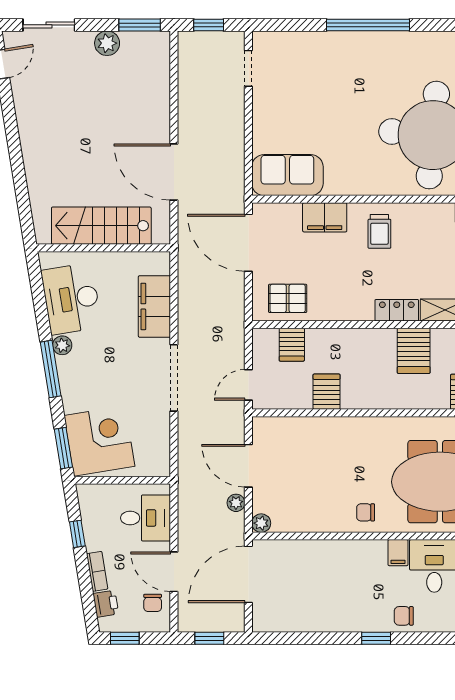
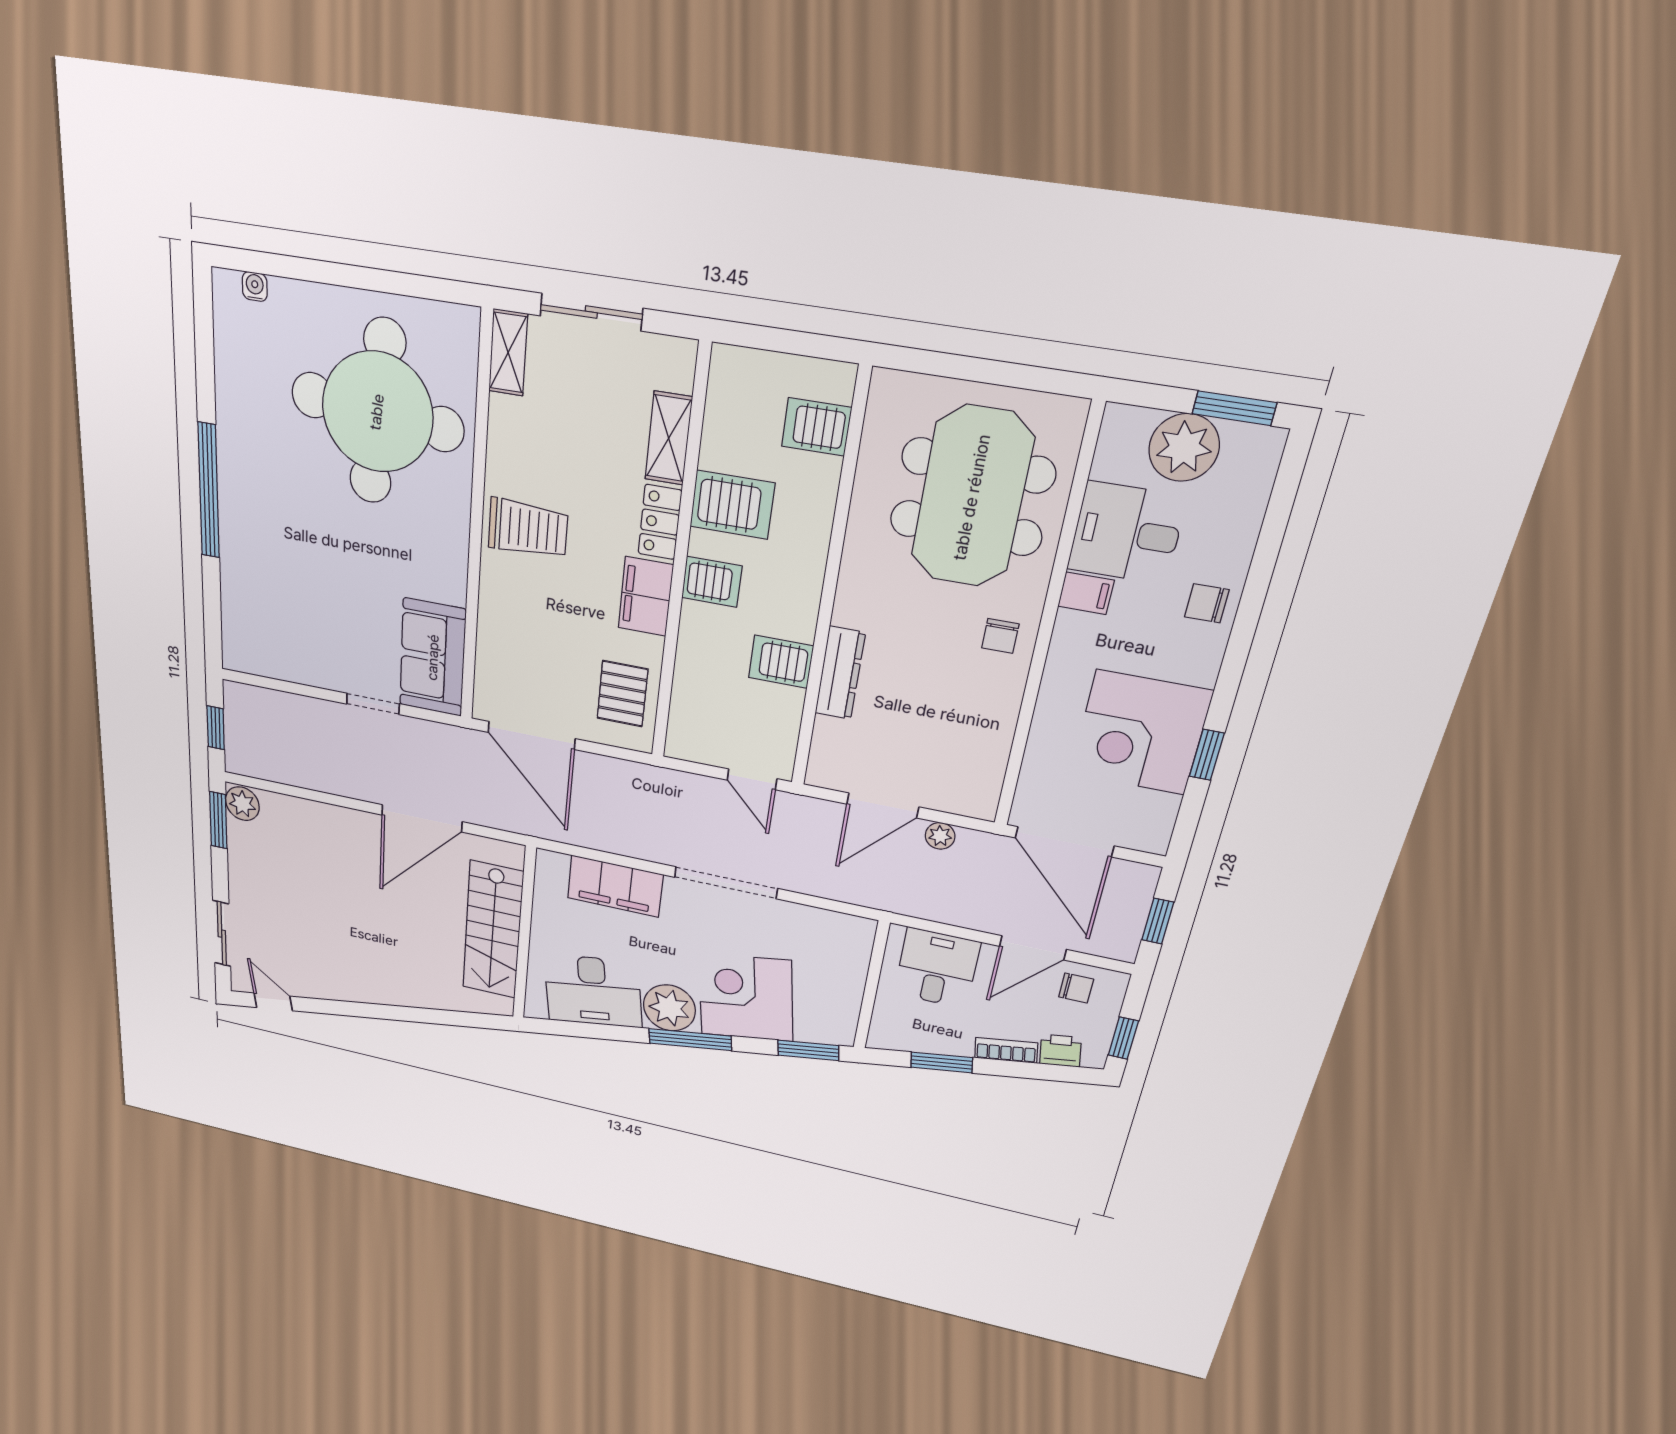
plant: (107, 43) -> (242, 804), moved
doorway: (248, 68) -> (373, 704), moved
filing cabinet: (325, 217) -> (646, 596), moved, turned 180
trolley: (379, 231) -> (528, 529), width x1.36, depth x1.39
door: (248, 243) -> (531, 735), hinge flipped
plant: (62, 345) -> (669, 1008), width x1.88, depth x1.88
server rack: (292, 345) -> (712, 582), moved
dresser: (326, 427) -> (840, 673), added
corner desk: (99, 441) -> (746, 998), moved
plant: (261, 523) -> (982, 805), removed
window: (77, 534) -> (942, 1062), width x1.50
corner desk: (324, 600) -> (1141, 733), added
chair: (404, 616) -> (1207, 603), turned 90
window: (376, 638) -> (1207, 755), moved

